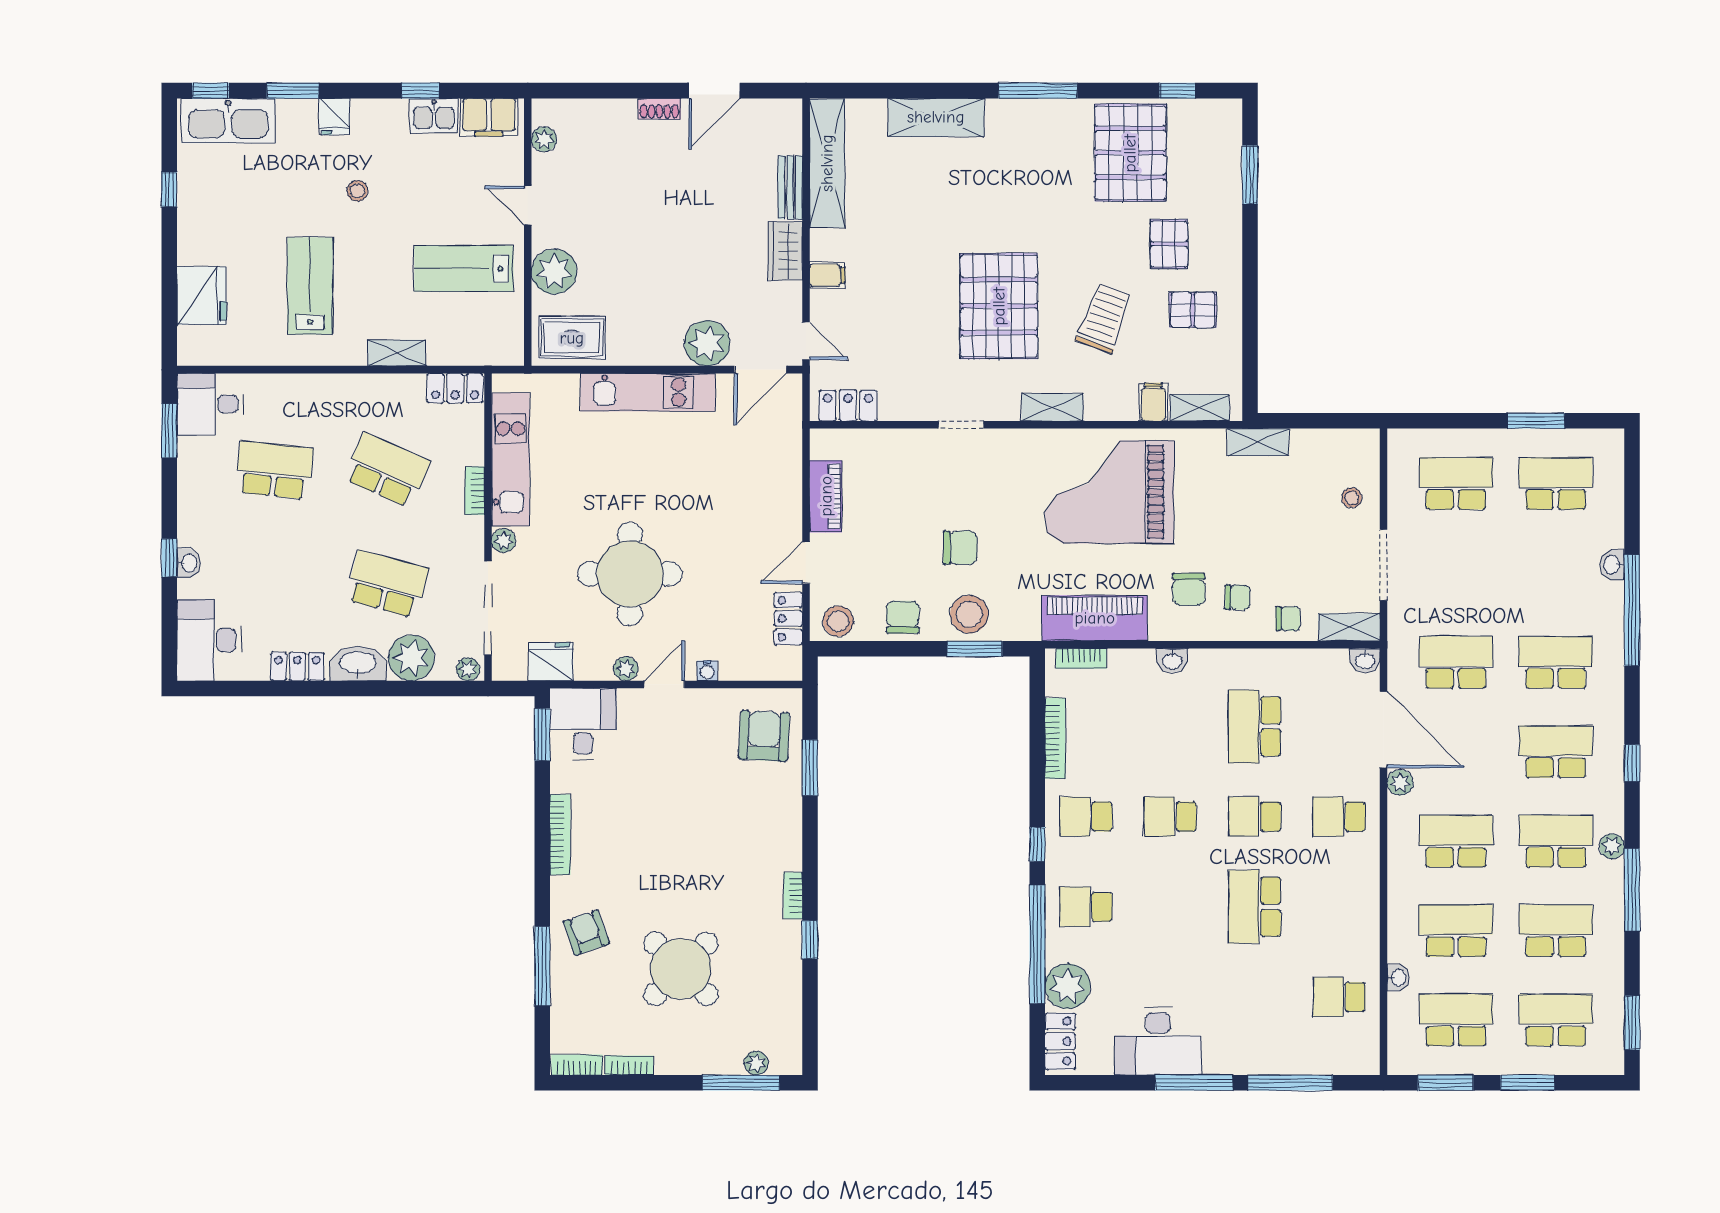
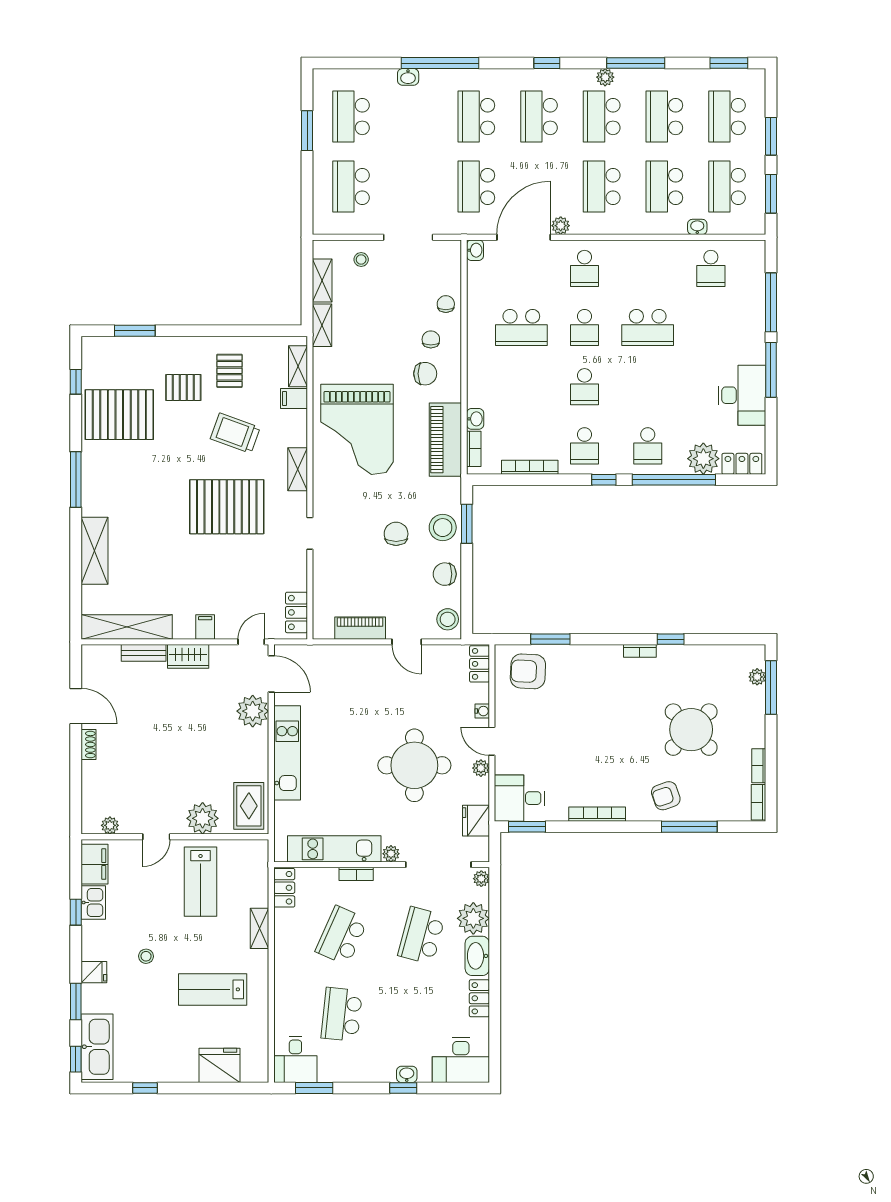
locker: (788, 619) -> (480, 664), moved, turned 90
shelving: (1349, 627) -> (322, 280), moved
washbasin: (1172, 661) -> (475, 419), moved

